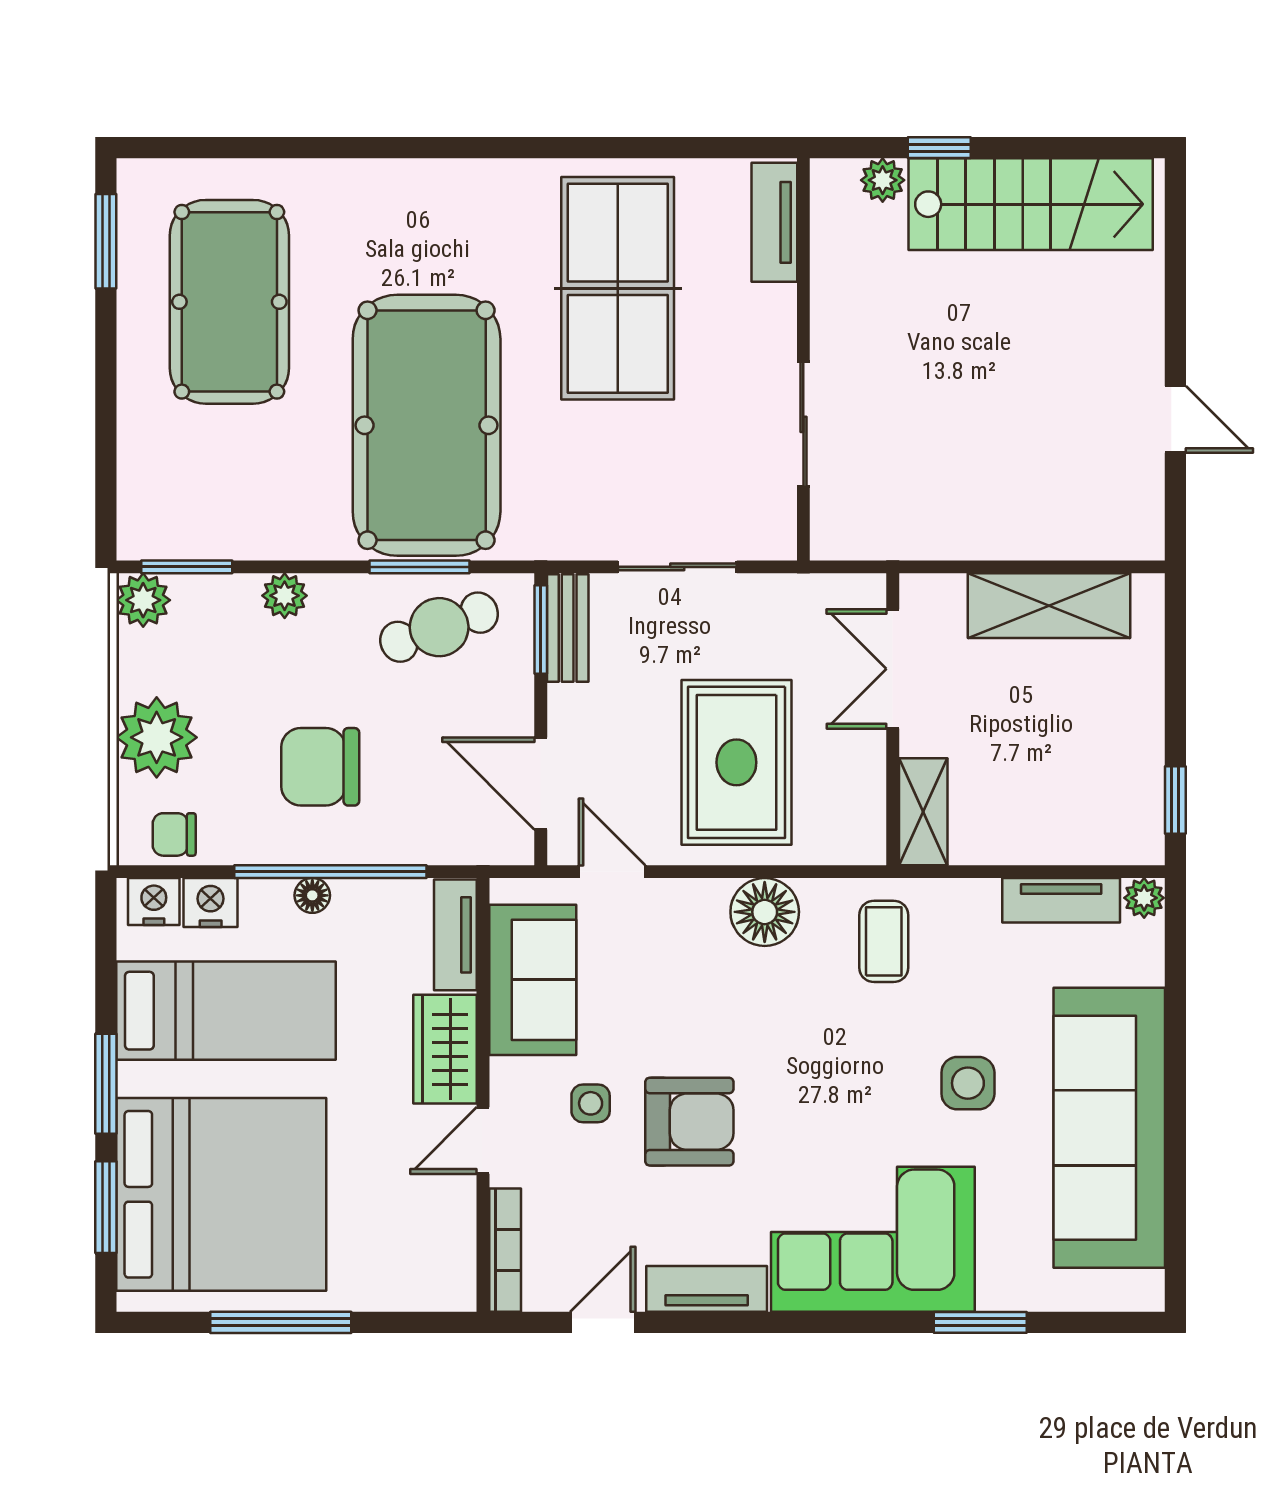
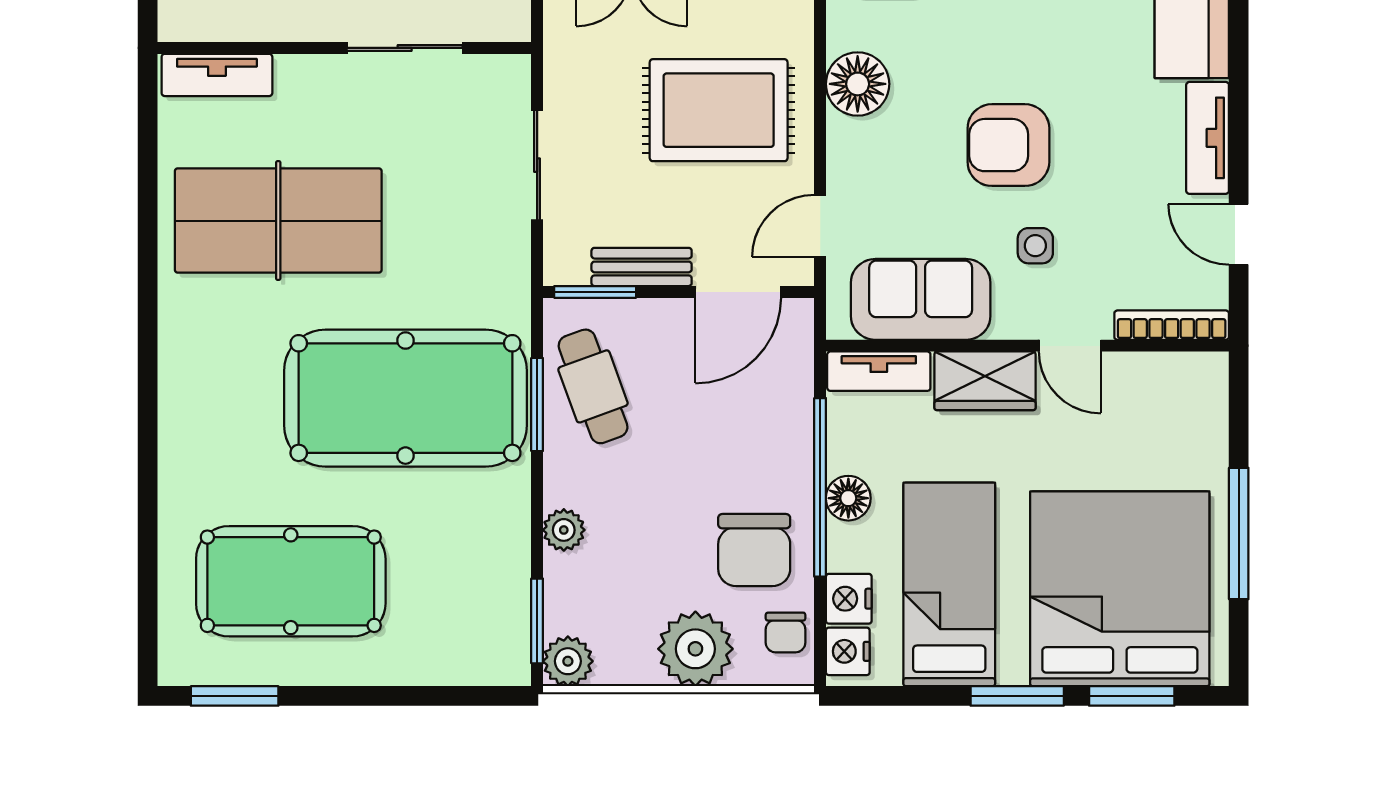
bench: (568, 628) -> (642, 267), moved
chair: (320, 767) -> (754, 550), moved
floor lamp: (312, 895) -> (848, 498), width x1.37, depth x1.37
armchair: (689, 1122) -> (1008, 145), moved, turned -90

